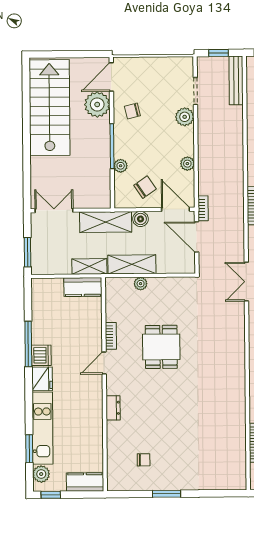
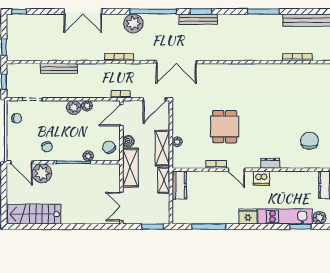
chair: (170, 70) -> (17, 118), added
bench: (236, 80) -> (59, 69), moved
stairs: (49, 108) -> (34, 214), width x0.73, depth x0.66
plant: (185, 117) -> (74, 107), moved
chair: (145, 187) -> (109, 147), moved
door: (197, 237) -> (154, 99), moved
double door: (246, 282) -> (176, 62), width x1.37
window: (28, 344) -> (209, 227), moved
dining table: (161, 347) -> (225, 127), turned 90
dishwasher: (41, 355) -> (261, 178), moved, turned 180
chair: (144, 460) -> (310, 141), width x1.87, depth x1.87

